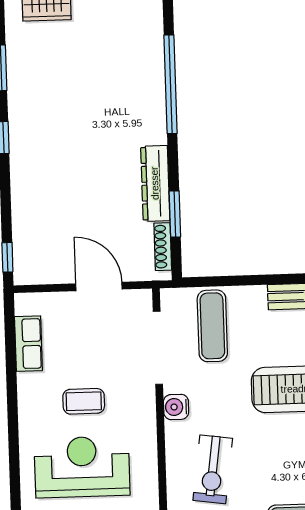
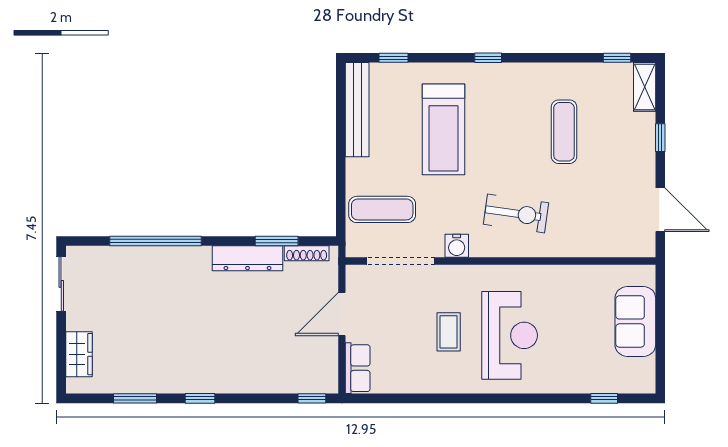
row of seats: (28, 344) -> (358, 368), moved, turned 90
reception desk: (82, 467) -> (510, 335), turned 180

